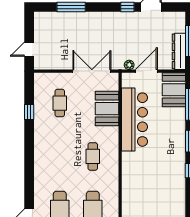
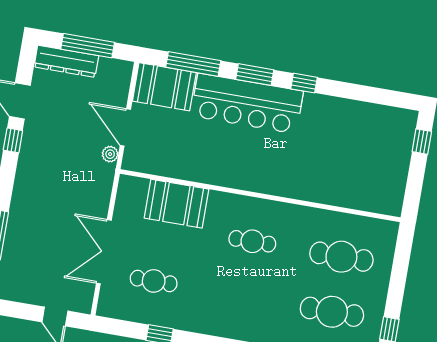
dresser: (179, 51) -> (66, 61), moved
double door: (92, 71) -> (104, 252), moved
bar counter: (134, 120) -> (247, 103), moved, turned 180

